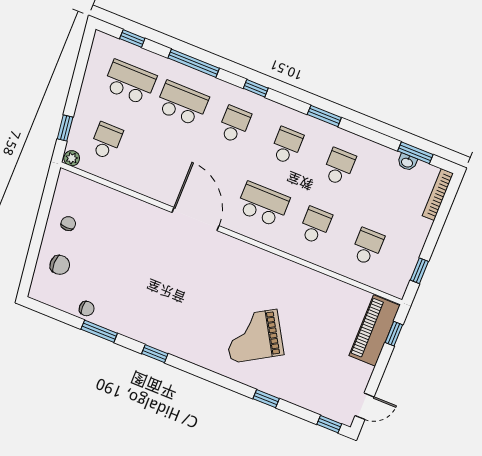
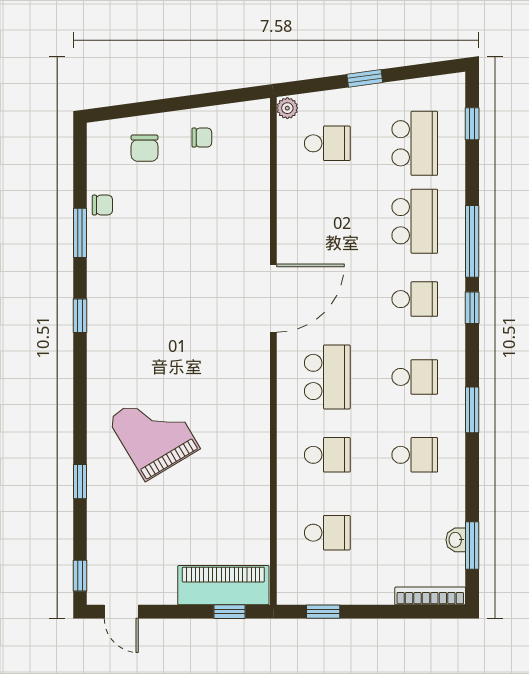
window: (194, 63) -> (472, 241), moved
window: (65, 128) -> (365, 78), moved
chair: (87, 309) -> (102, 205), turned -90

